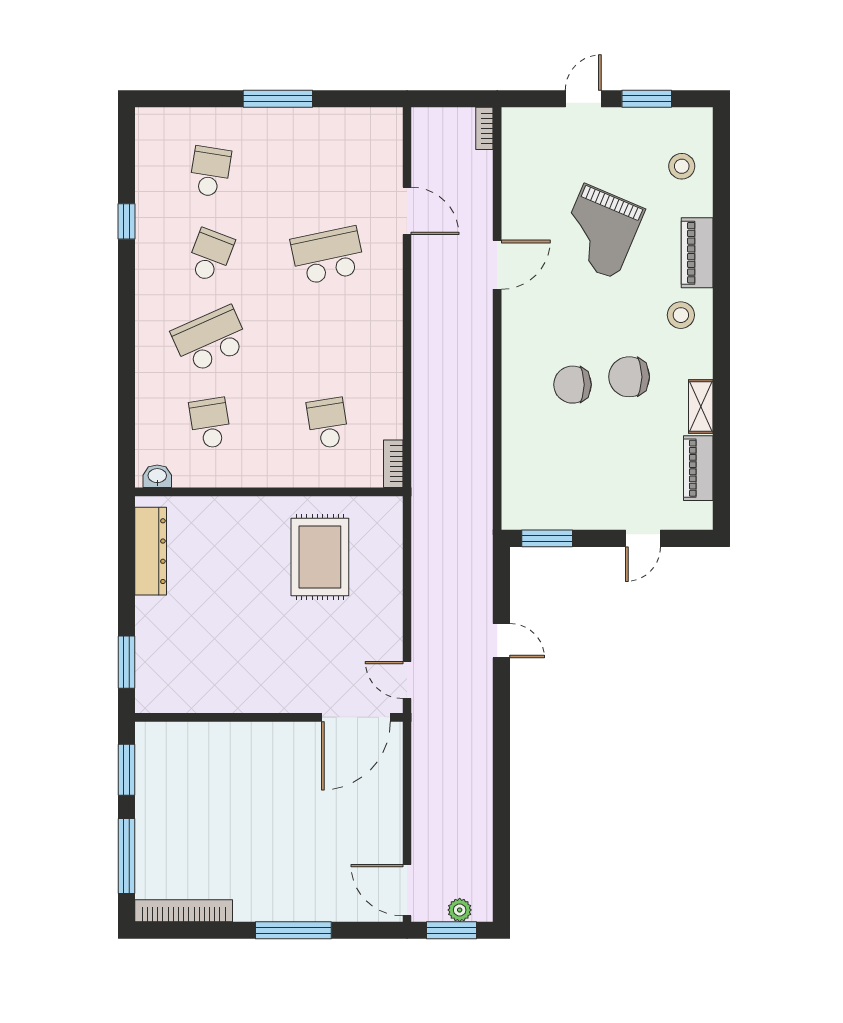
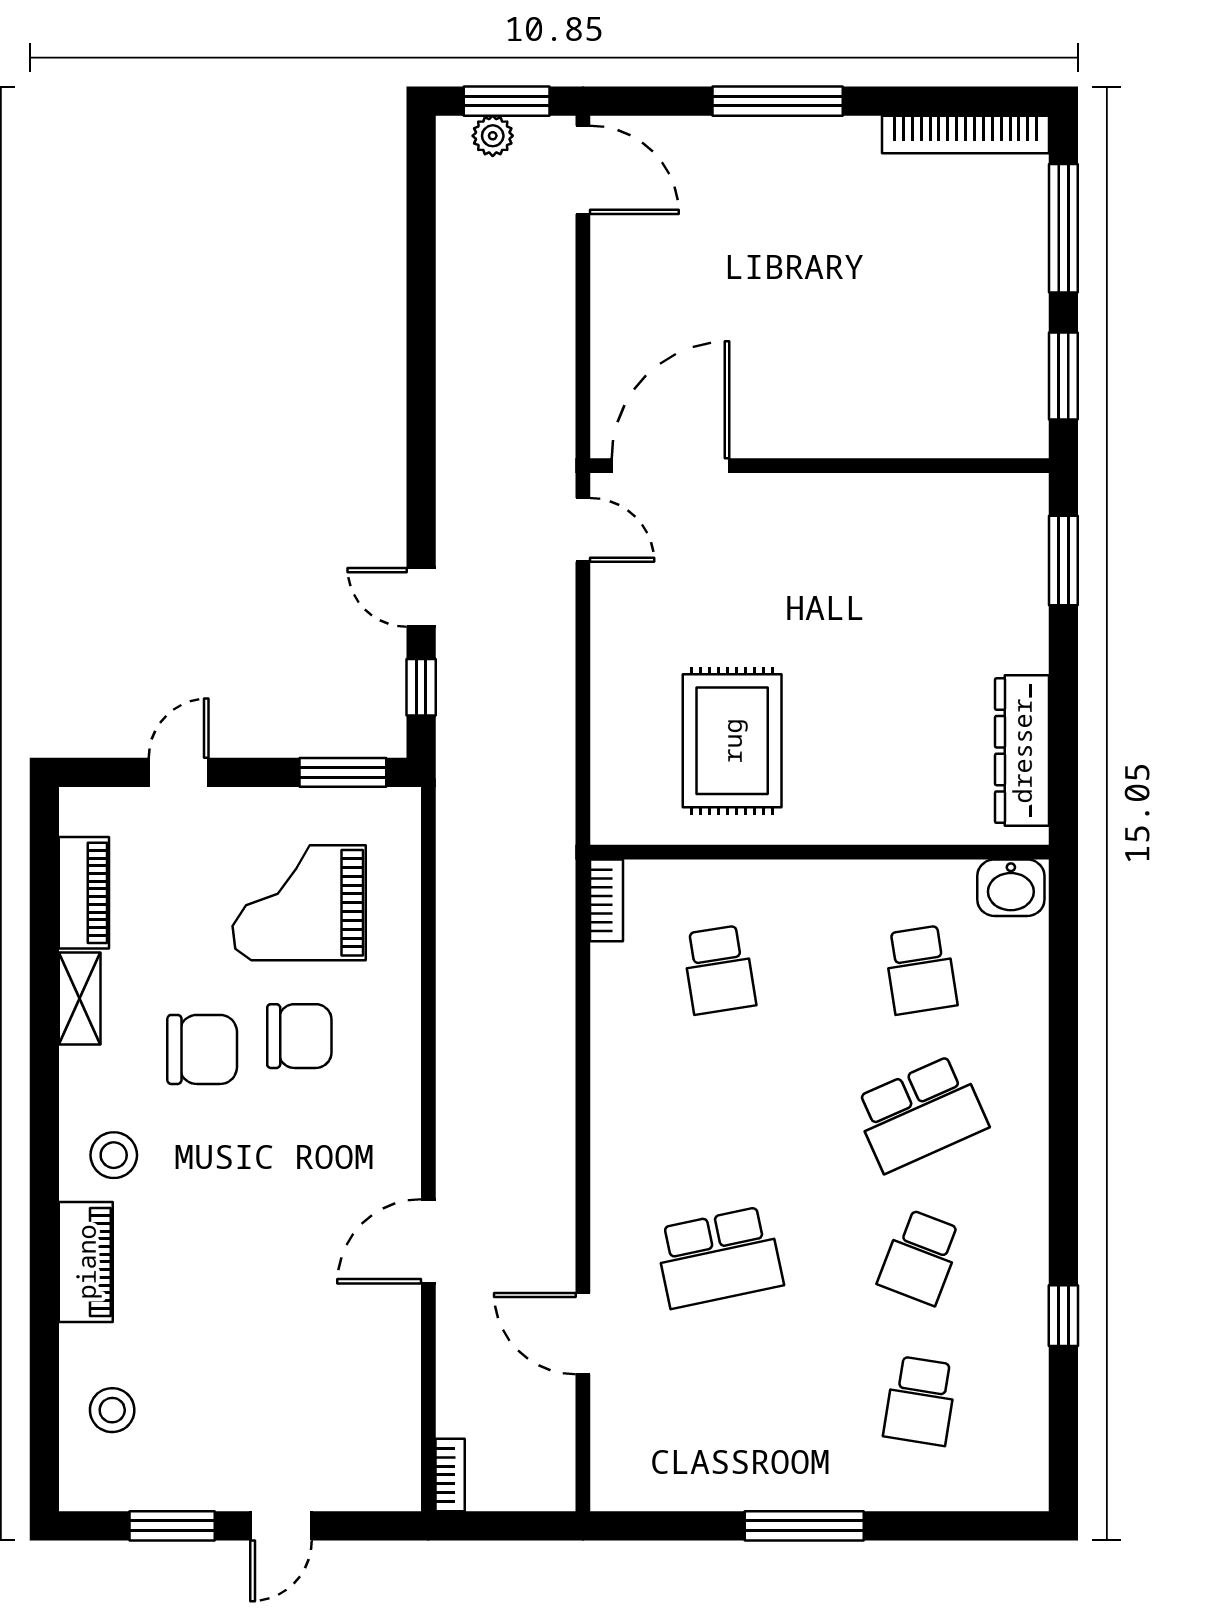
grand piano: (600, 231) -> (299, 903), moved, turned -113
washbasin: (157, 476) -> (1011, 888), width x1.38, depth x1.45
window: (501, 588) -> (421, 687), added

